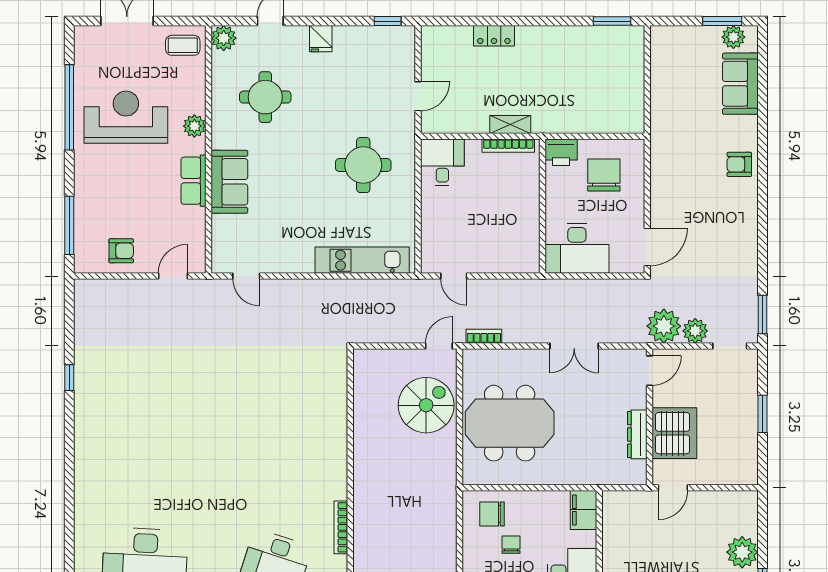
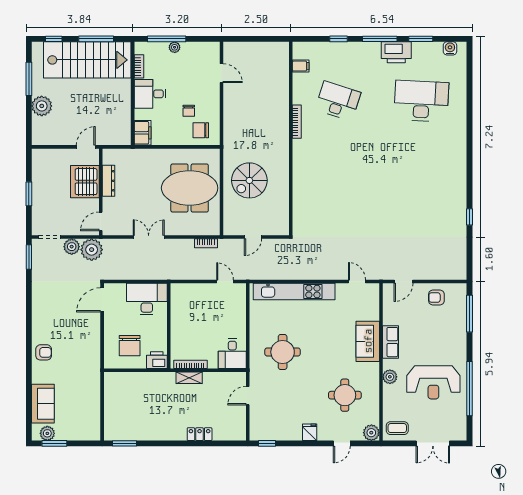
kitchen unit: (362, 260) -> (294, 292), width x1.36
door: (439, 346) -> (253, 237), moved
spiral stairs: (426, 405) -> (249, 180), moved
chair: (492, 514) -> (201, 130), turned 180

